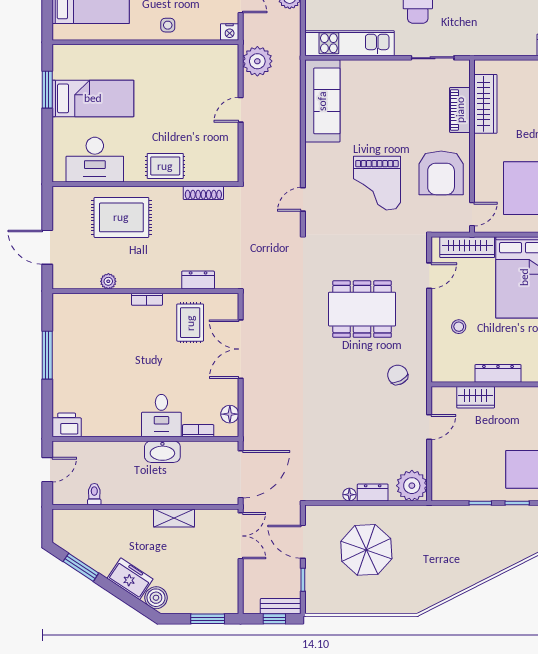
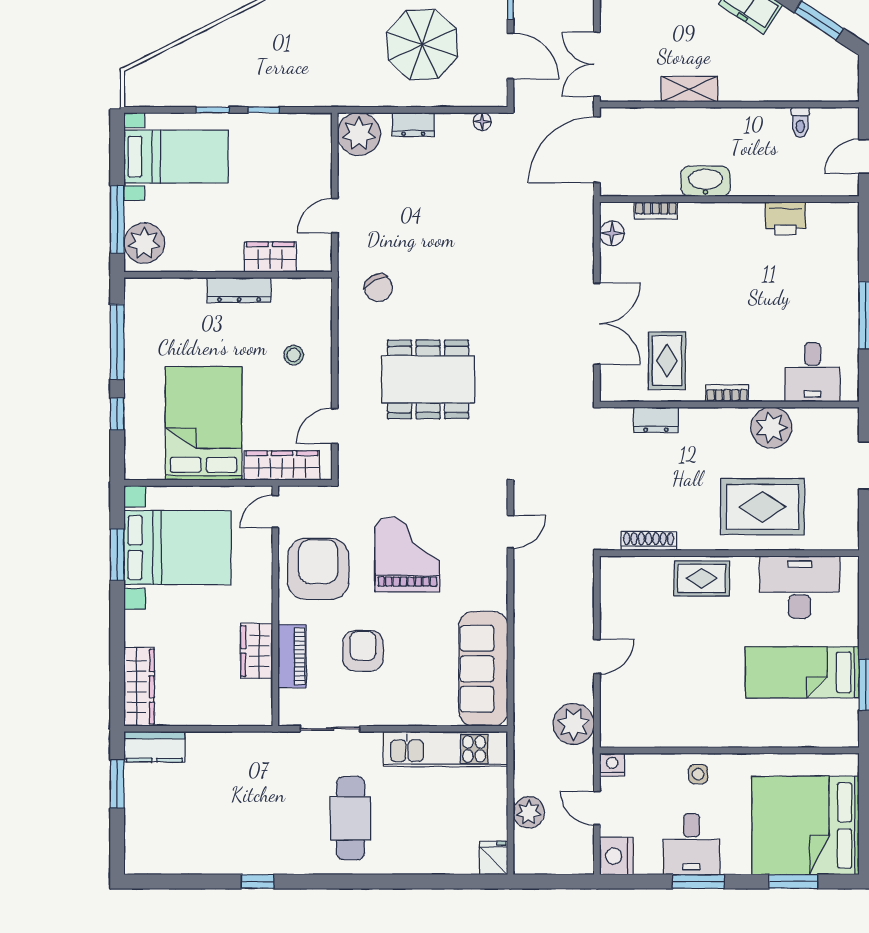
wardrobe: (485, 104) -> (257, 651), width x0.67
armchair: (409, 114) -> (363, 651), added
plant: (108, 281) -> (771, 428), width x1.88, depth x1.88
desk: (161, 416) -> (812, 372), moved, turned 180
printer: (67, 425) -> (786, 218), moved
floor lamp: (349, 495) -> (482, 122), moved

